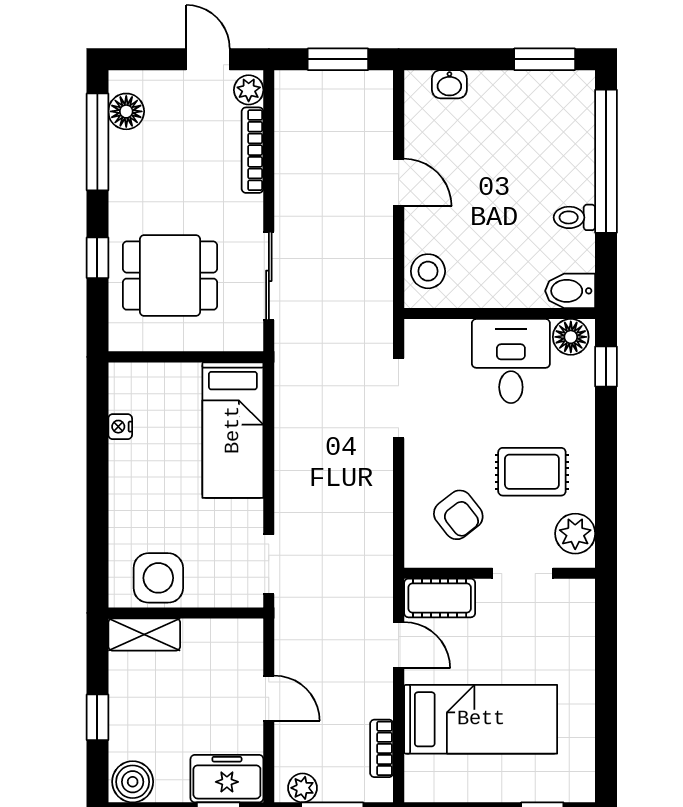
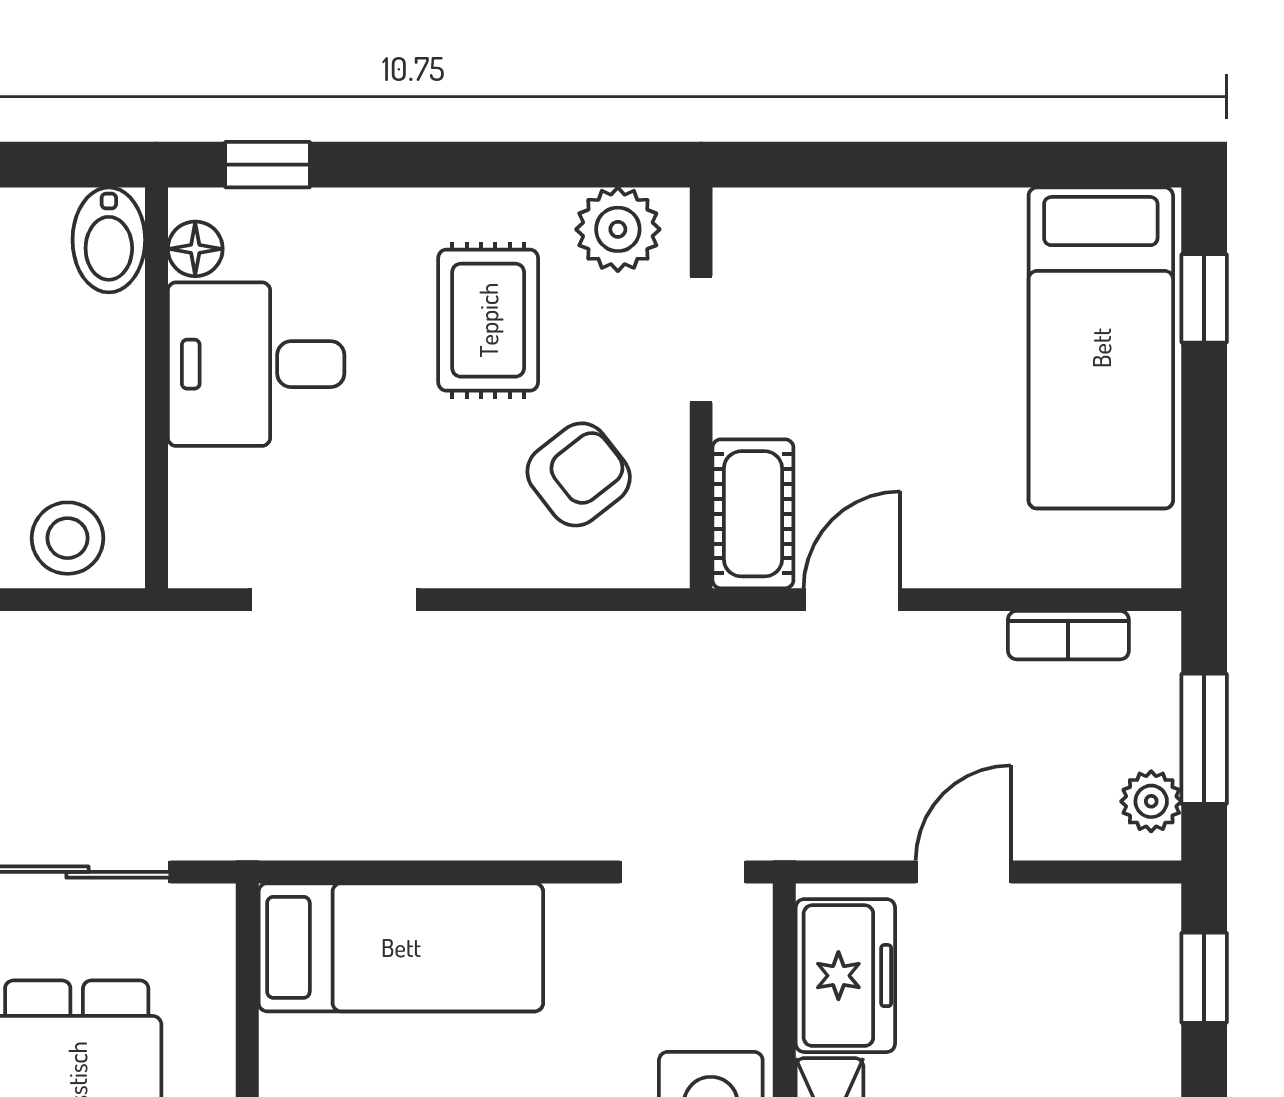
floor lamp: (571, 337) -> (195, 249), width x0.73, depth x0.73
bed: (481, 719) -> (1101, 348), moved, turned 180
freezer: (227, 779) -> (845, 976), moved, turned 180

